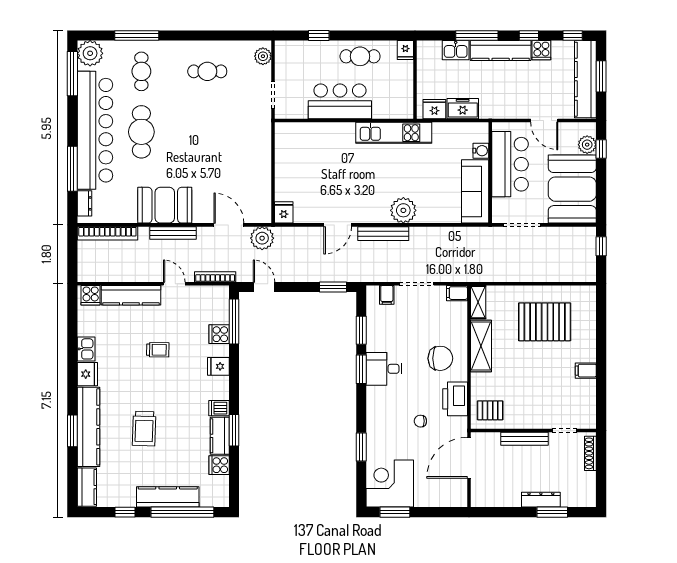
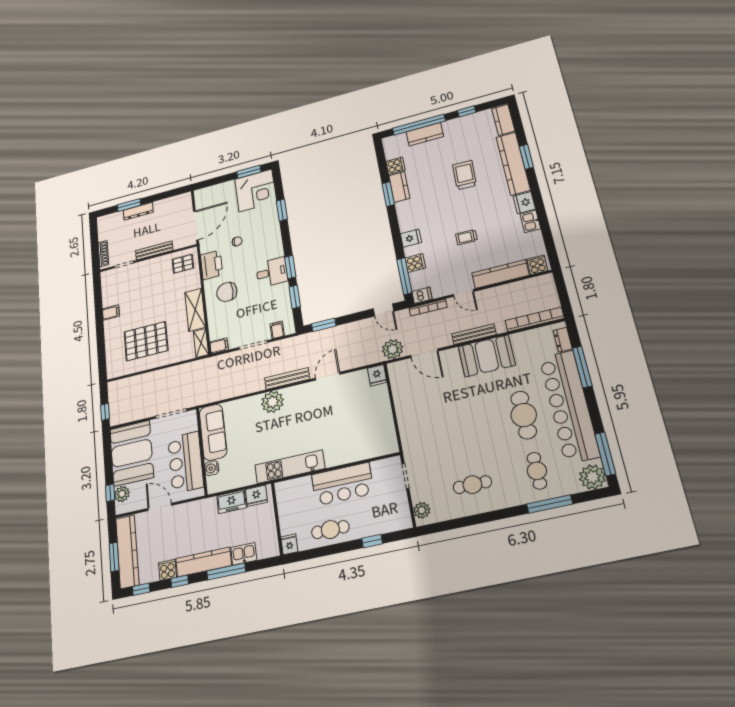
dishwasher: (219, 408) -> (422, 295), moved
kitchen counter: (168, 497) -> (425, 134), width x0.67

